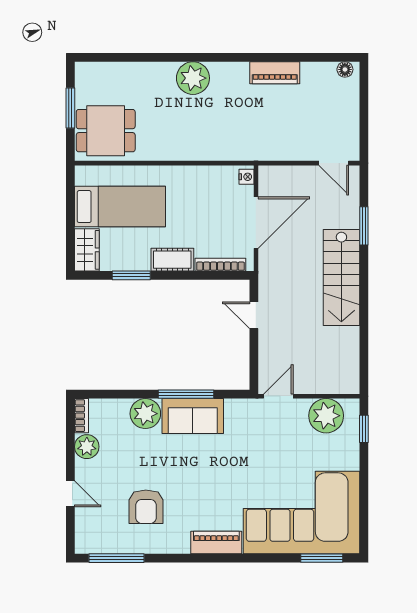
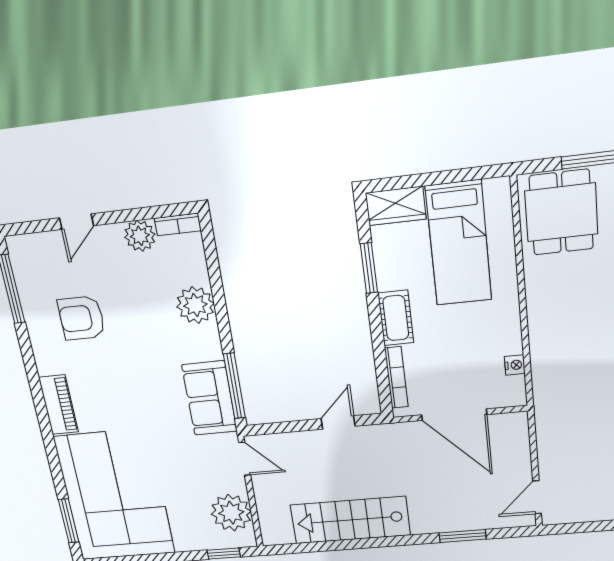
nightstand: (247, 177) -> (515, 365), moved, turned -90
stairs: (341, 278) -> (350, 520), moved
window: (186, 394) -> (234, 386), moved
sofa: (193, 416) -> (210, 398), moved

